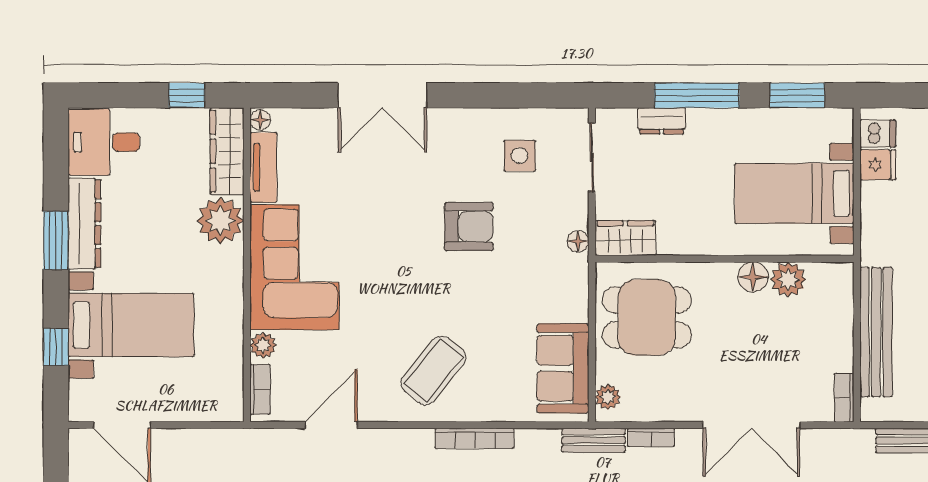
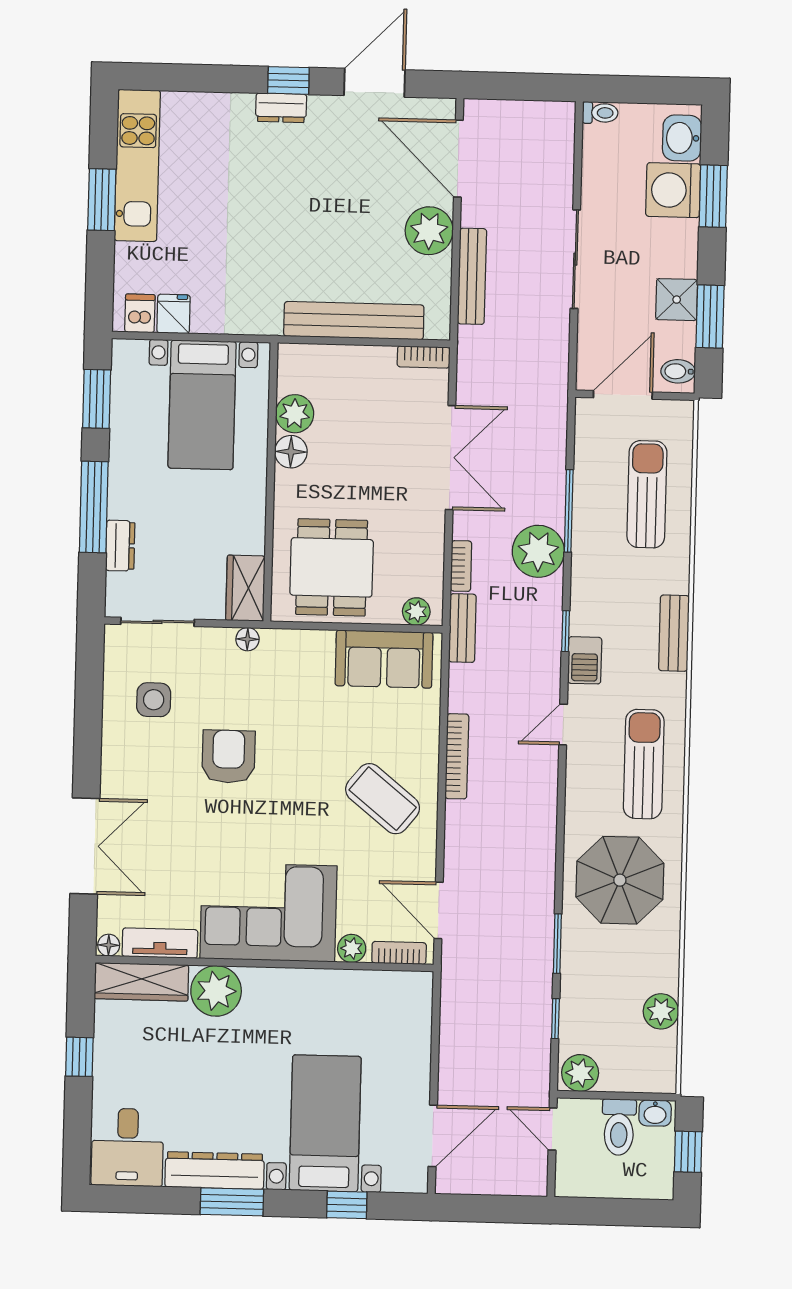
floor lamp: (260, 120) -> (109, 945), moved
wardrobe: (227, 151) -> (141, 982), moved
tv unit: (263, 167) -> (160, 943), moved
plant: (220, 221) -> (216, 991), moved
wall: (247, 265) -> (265, 964), moved
corner sofa: (295, 267) -> (268, 912), moved
plant: (263, 345) -> (352, 948), moved
bookcase: (260, 389) -> (399, 953), moved

